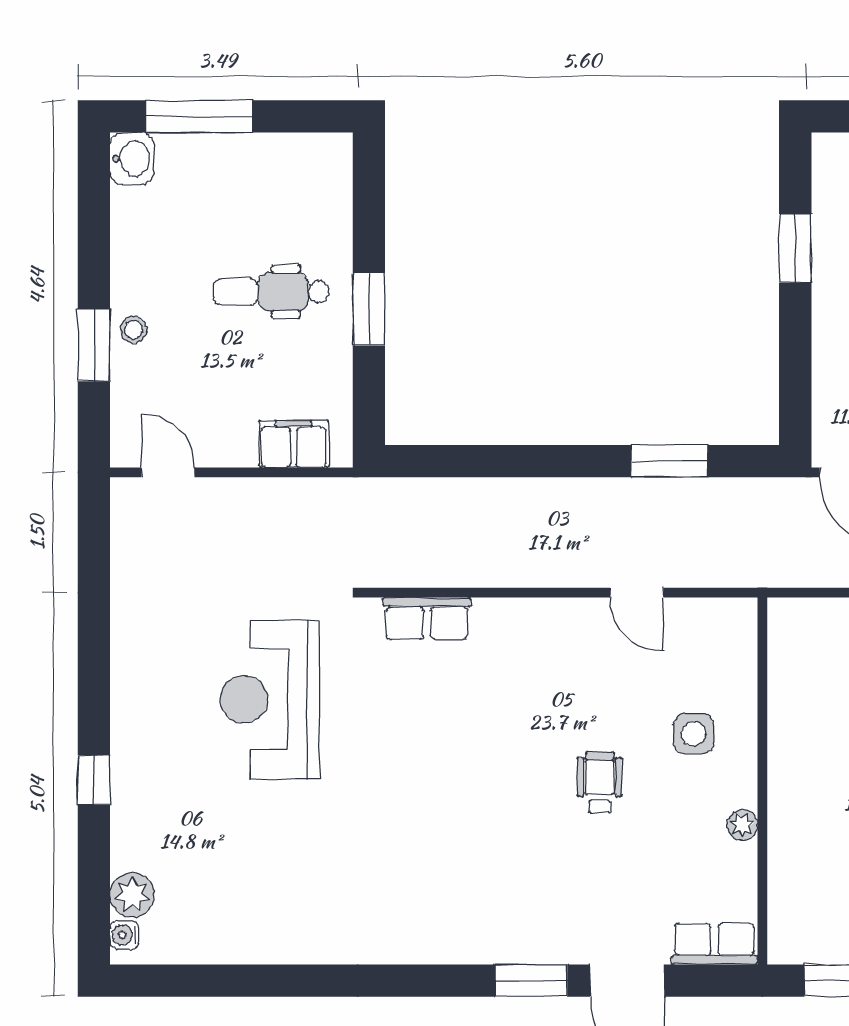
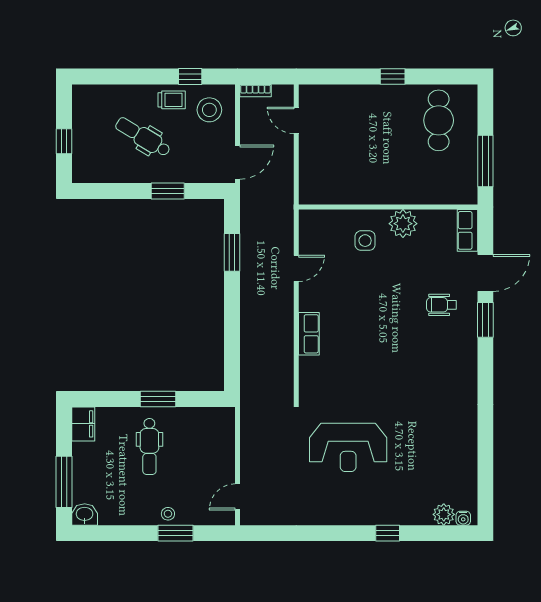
window: (795, 248) -> (168, 191), moved
filing cabinet: (294, 444) -> (83, 424), moved, turned 180
row of seats: (427, 618) -> (309, 334), moved
wheelchair: (599, 782) -> (441, 305), moved
plant: (742, 825) -> (403, 224), width x1.88, depth x1.88

